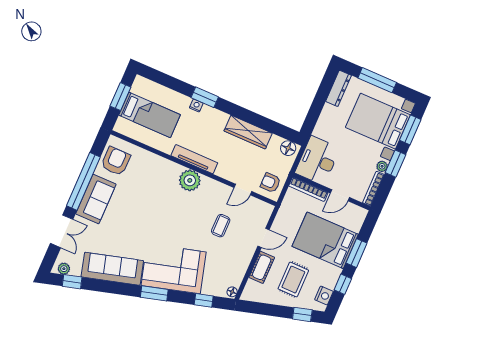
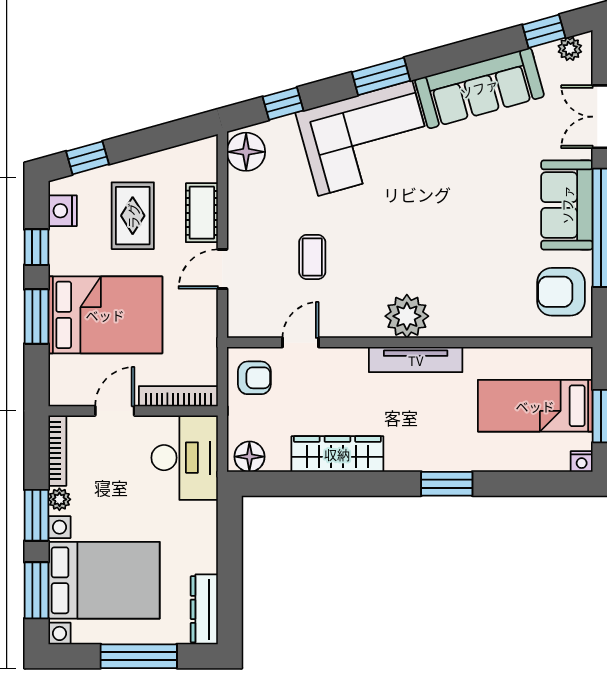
nightstand: (196, 105) -> (582, 461), moved
armchair: (116, 161) -> (561, 292), turned 90
floor lamp: (232, 292) -> (246, 152), width x1.89, depth x1.89

